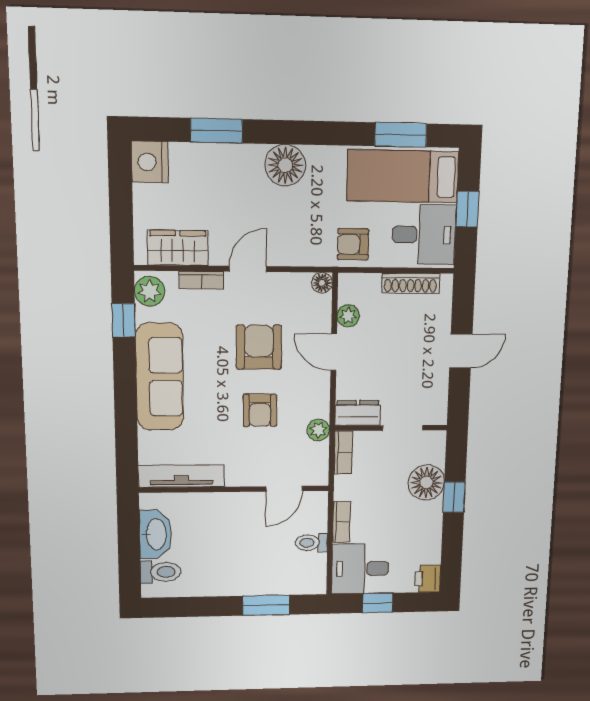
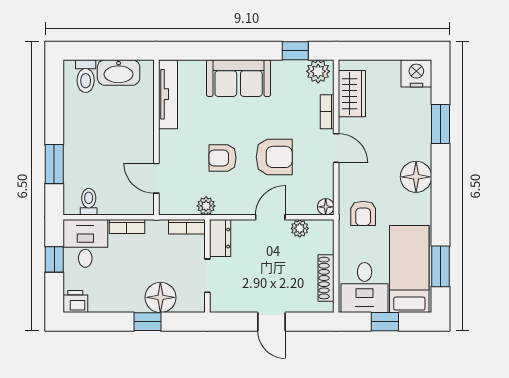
armchair: (353, 244) -> (363, 213), moved, turned 180
sofa: (160, 377) -> (239, 78), width x0.73
toilet: (311, 543) -> (89, 202), moved

